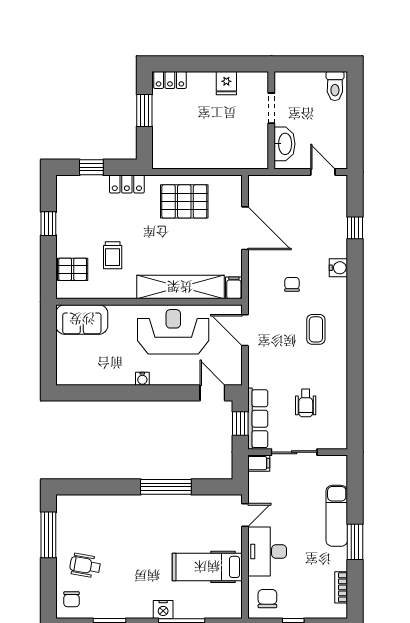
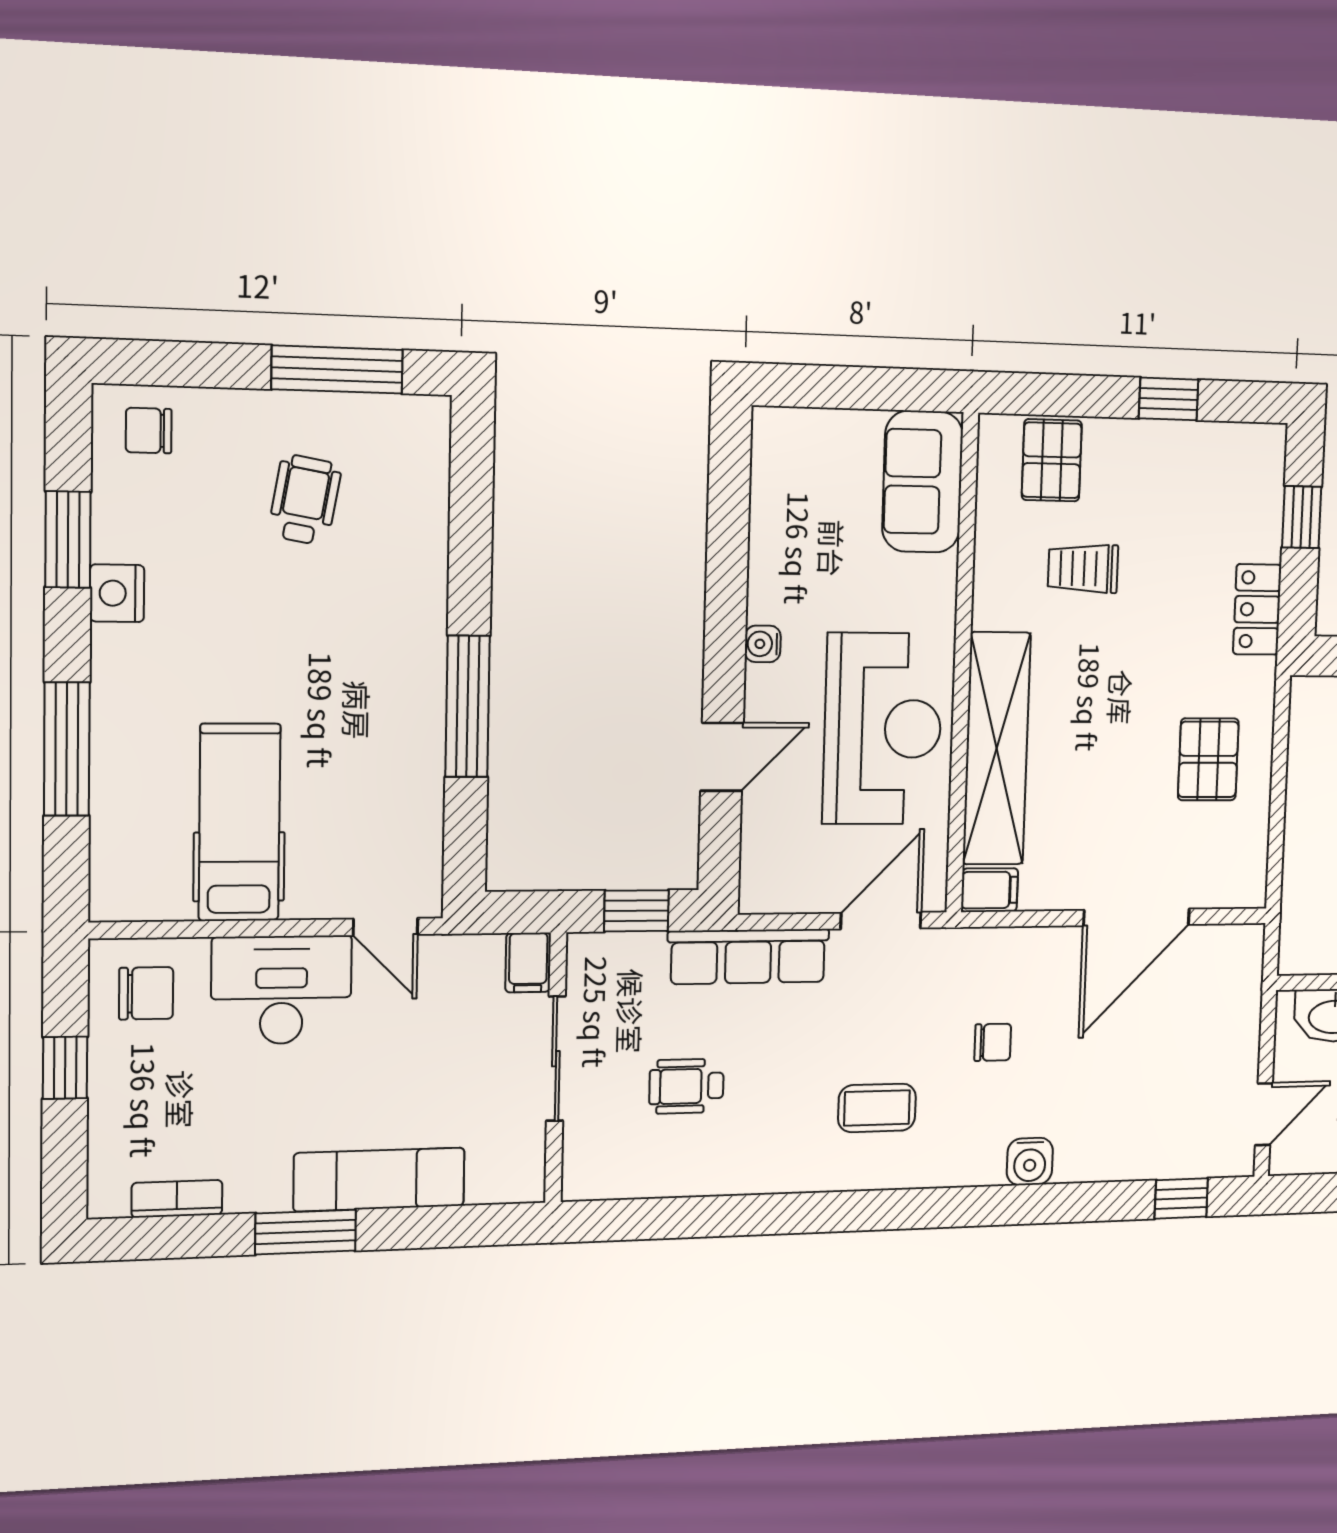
pallet: (184, 201) -> (1208, 759), width x0.67, depth x0.71
window: (355, 228) -> (1181, 1198), moved
door: (212, 393) -> (722, 757), moved
row of seats: (258, 419) -> (748, 956), moved
wheelchair: (85, 566) -> (305, 500), moved
nightstand: (163, 610) -> (117, 593), moved

